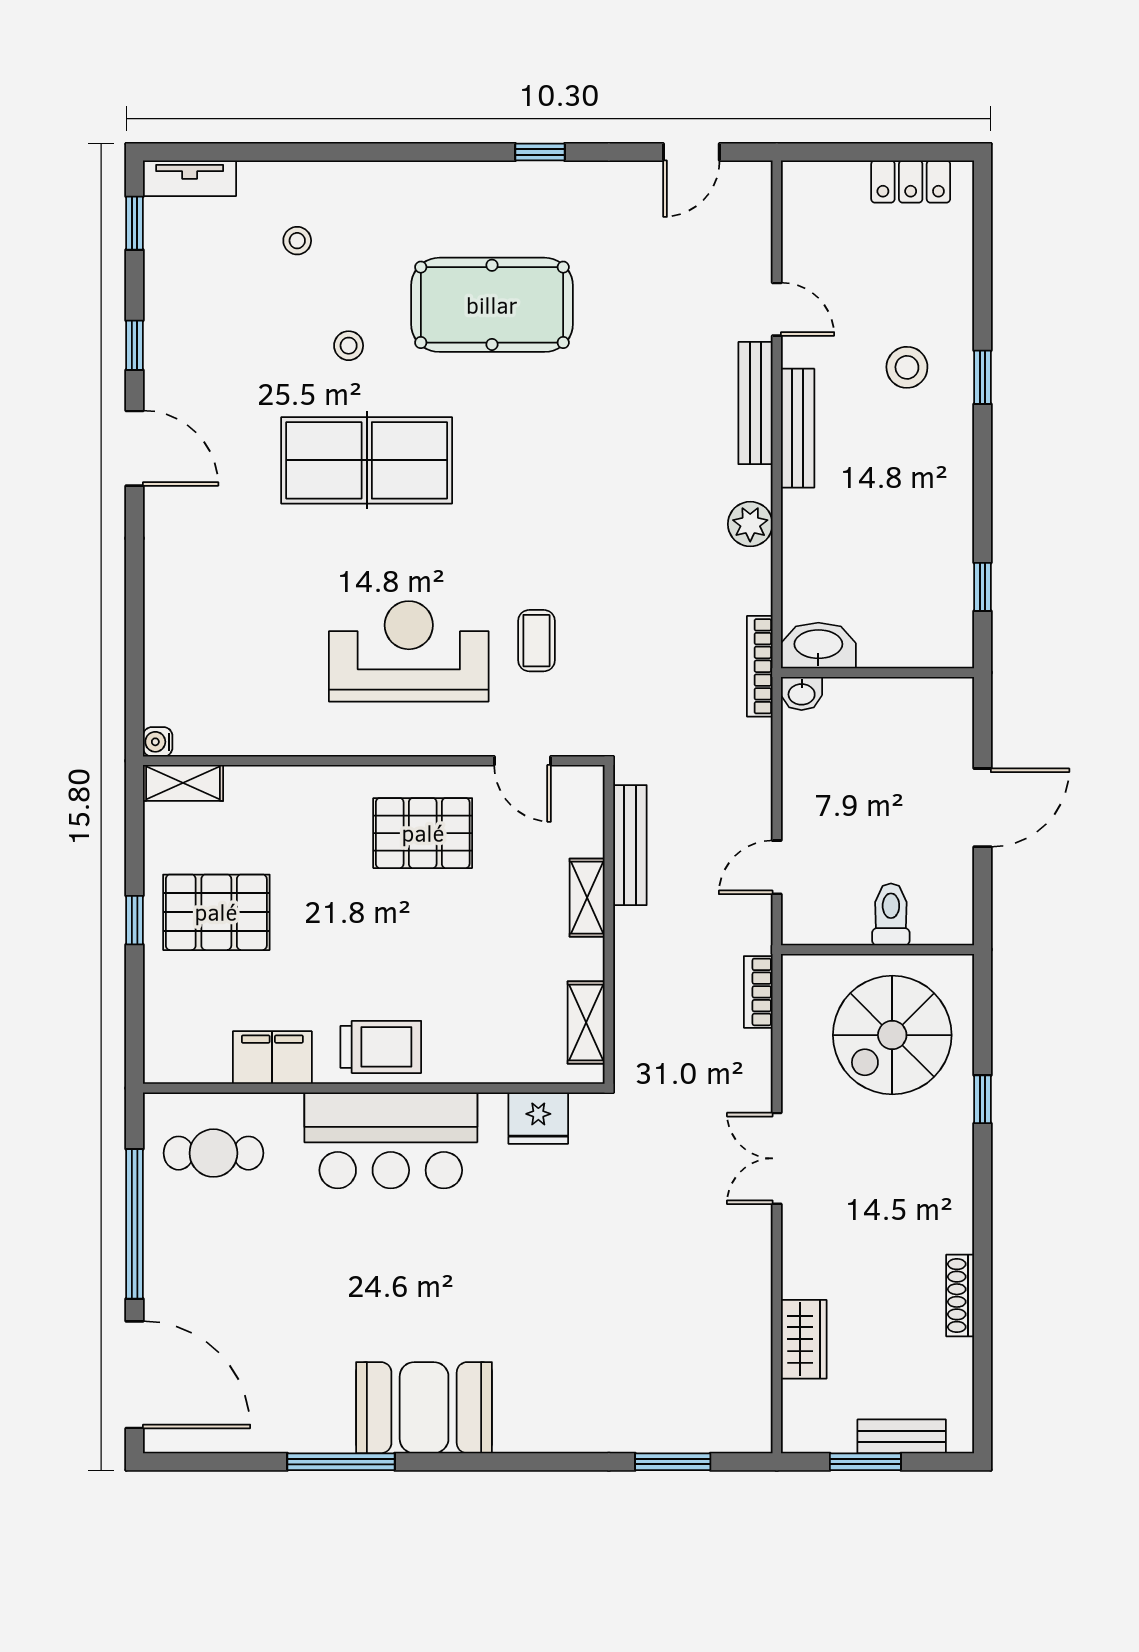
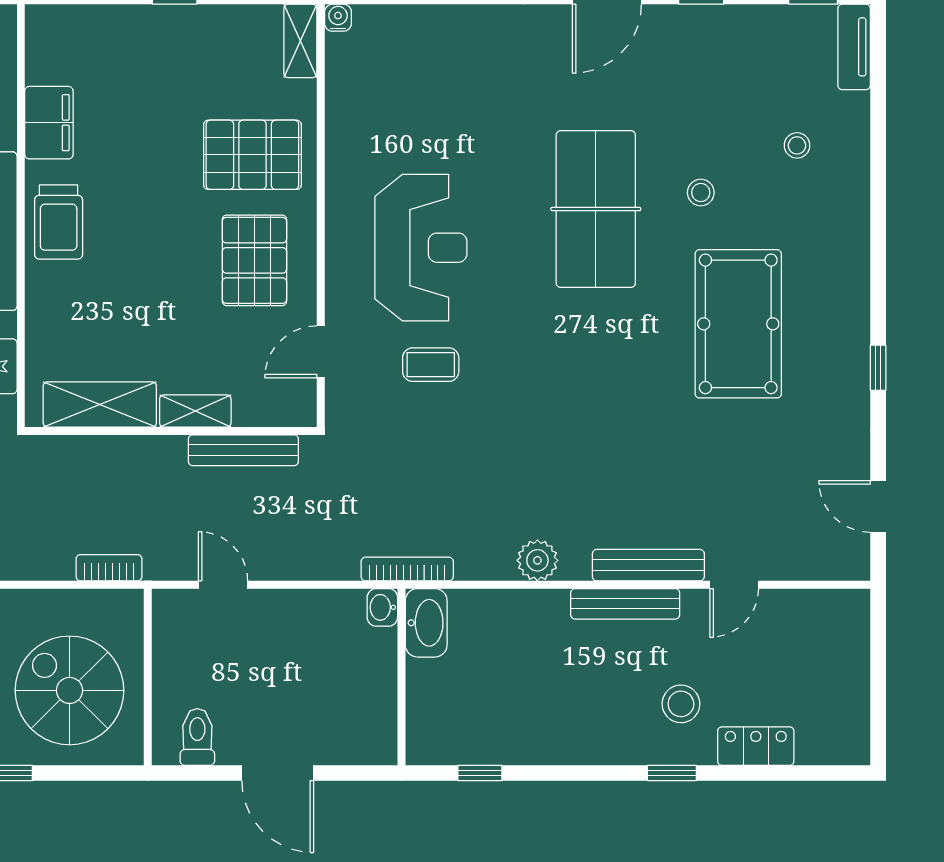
locker: (911, 182) -> (756, 746), moved, turned 90
pallet: (216, 912) -> (252, 155), moved, turned 90
toilet: (891, 914) -> (197, 737), moved, turned -90
shelving: (586, 1022) -> (100, 404), width x1.50, depth x1.33

